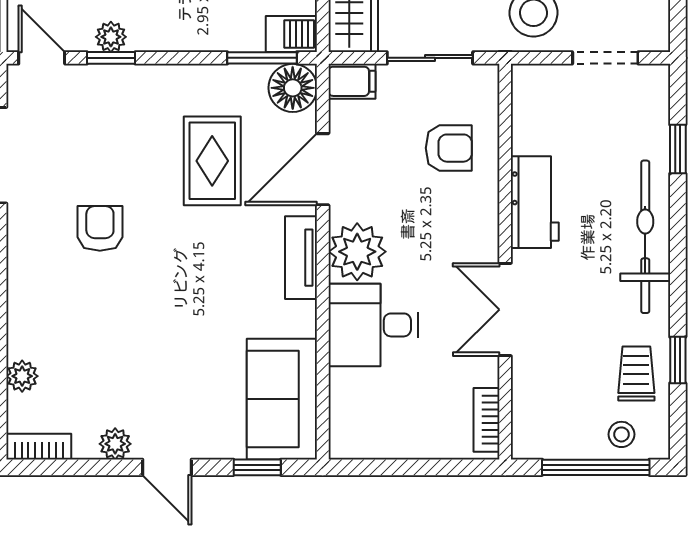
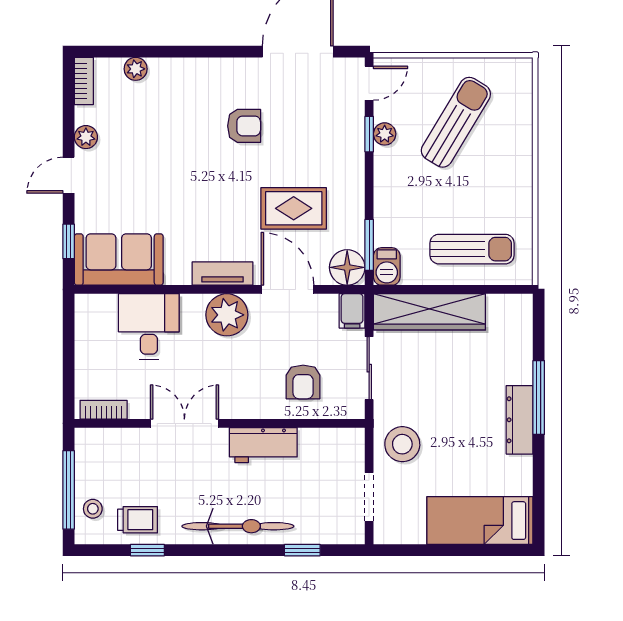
desk: (373, 325) -> (149, 327), moved

